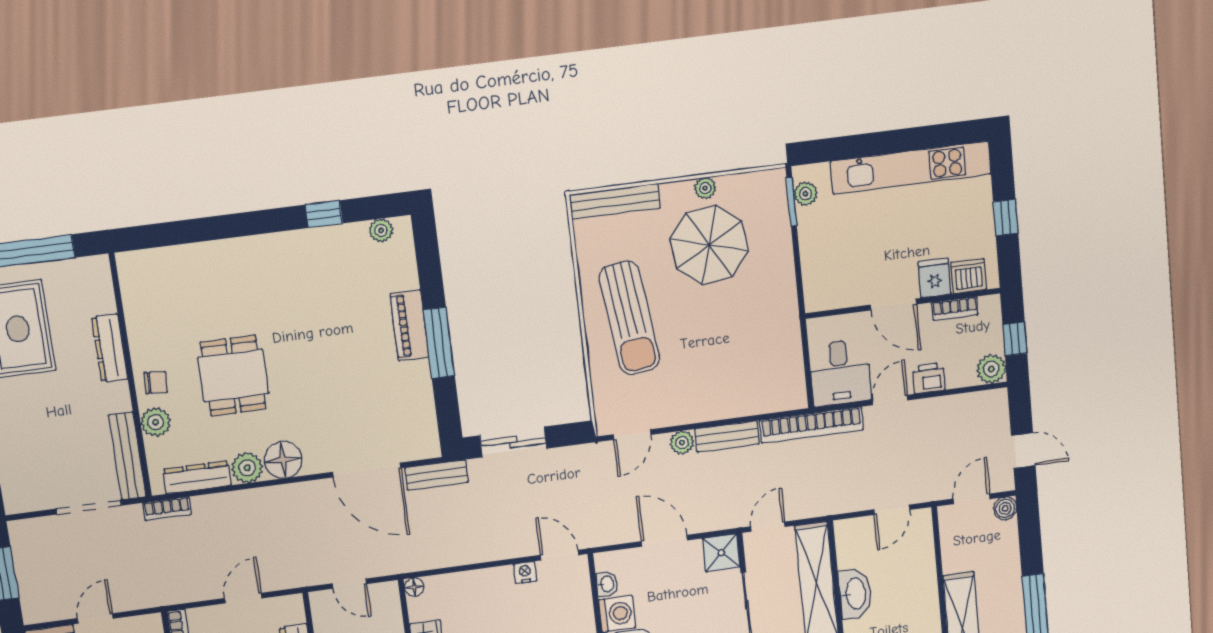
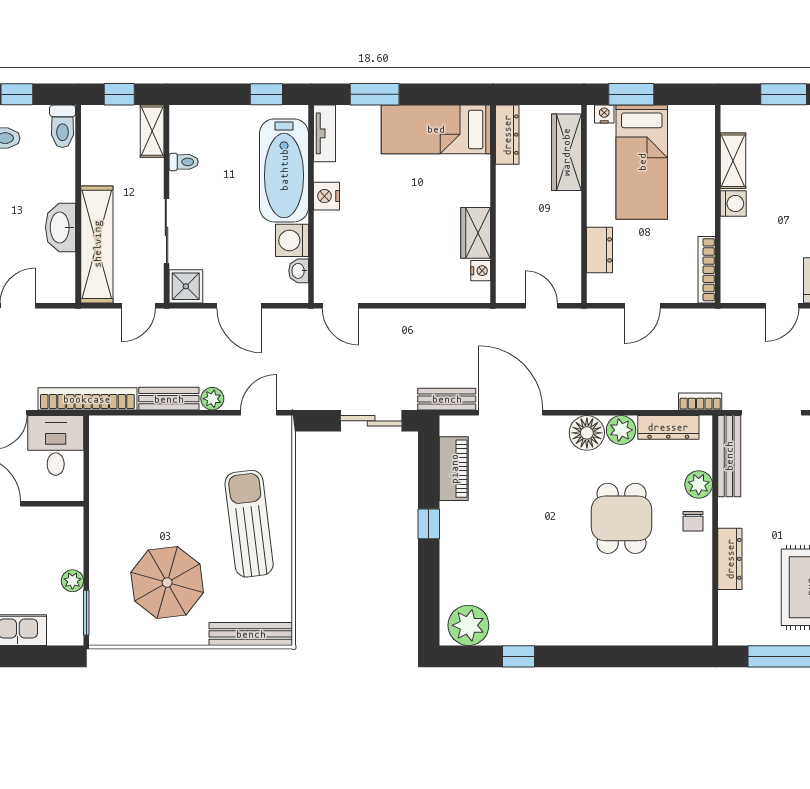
plant: (705, 188) -> (166, 636), removed
plant: (806, 194) -> (72, 581), moved
plant: (381, 230) -> (468, 625), width x1.88, depth x1.88
piano: (409, 325) -> (454, 469), moved
window: (439, 343) -> (429, 524), width x0.46
chair: (156, 383) -> (693, 521), turned -93
nightstand: (525, 572) -> (481, 271), moved, turned -90
floor lamp: (414, 587) -> (481, 294), removed

